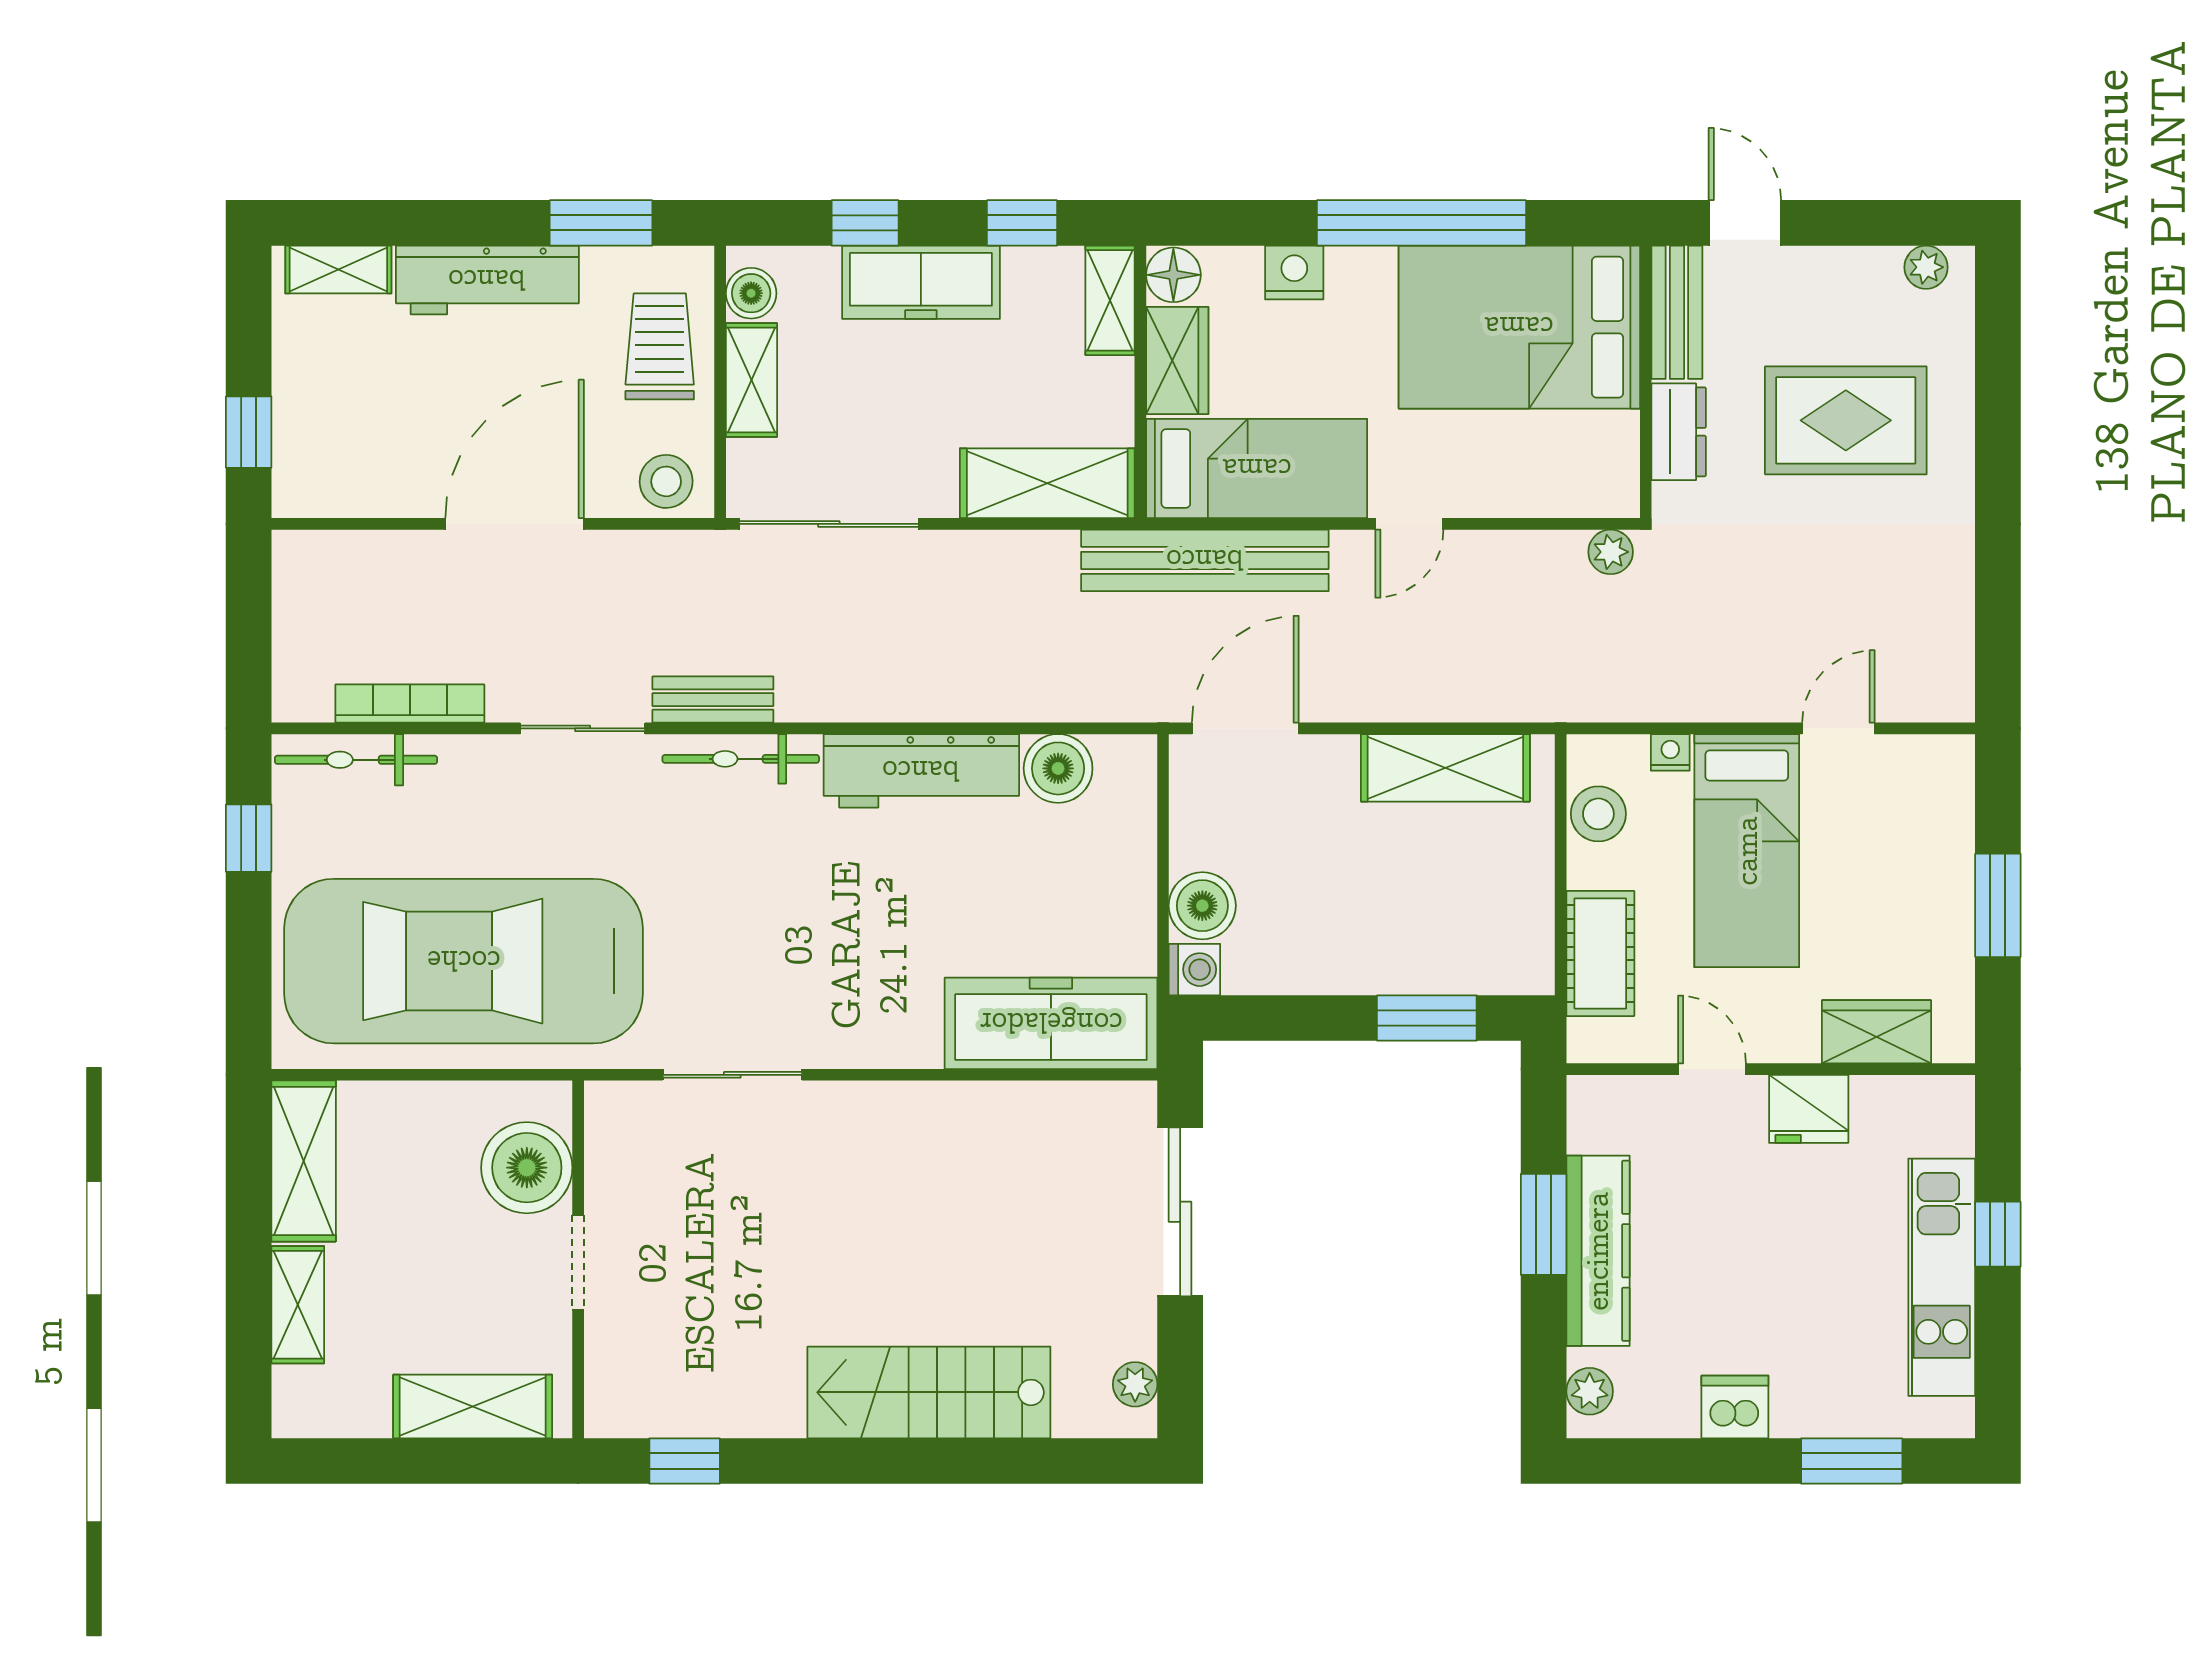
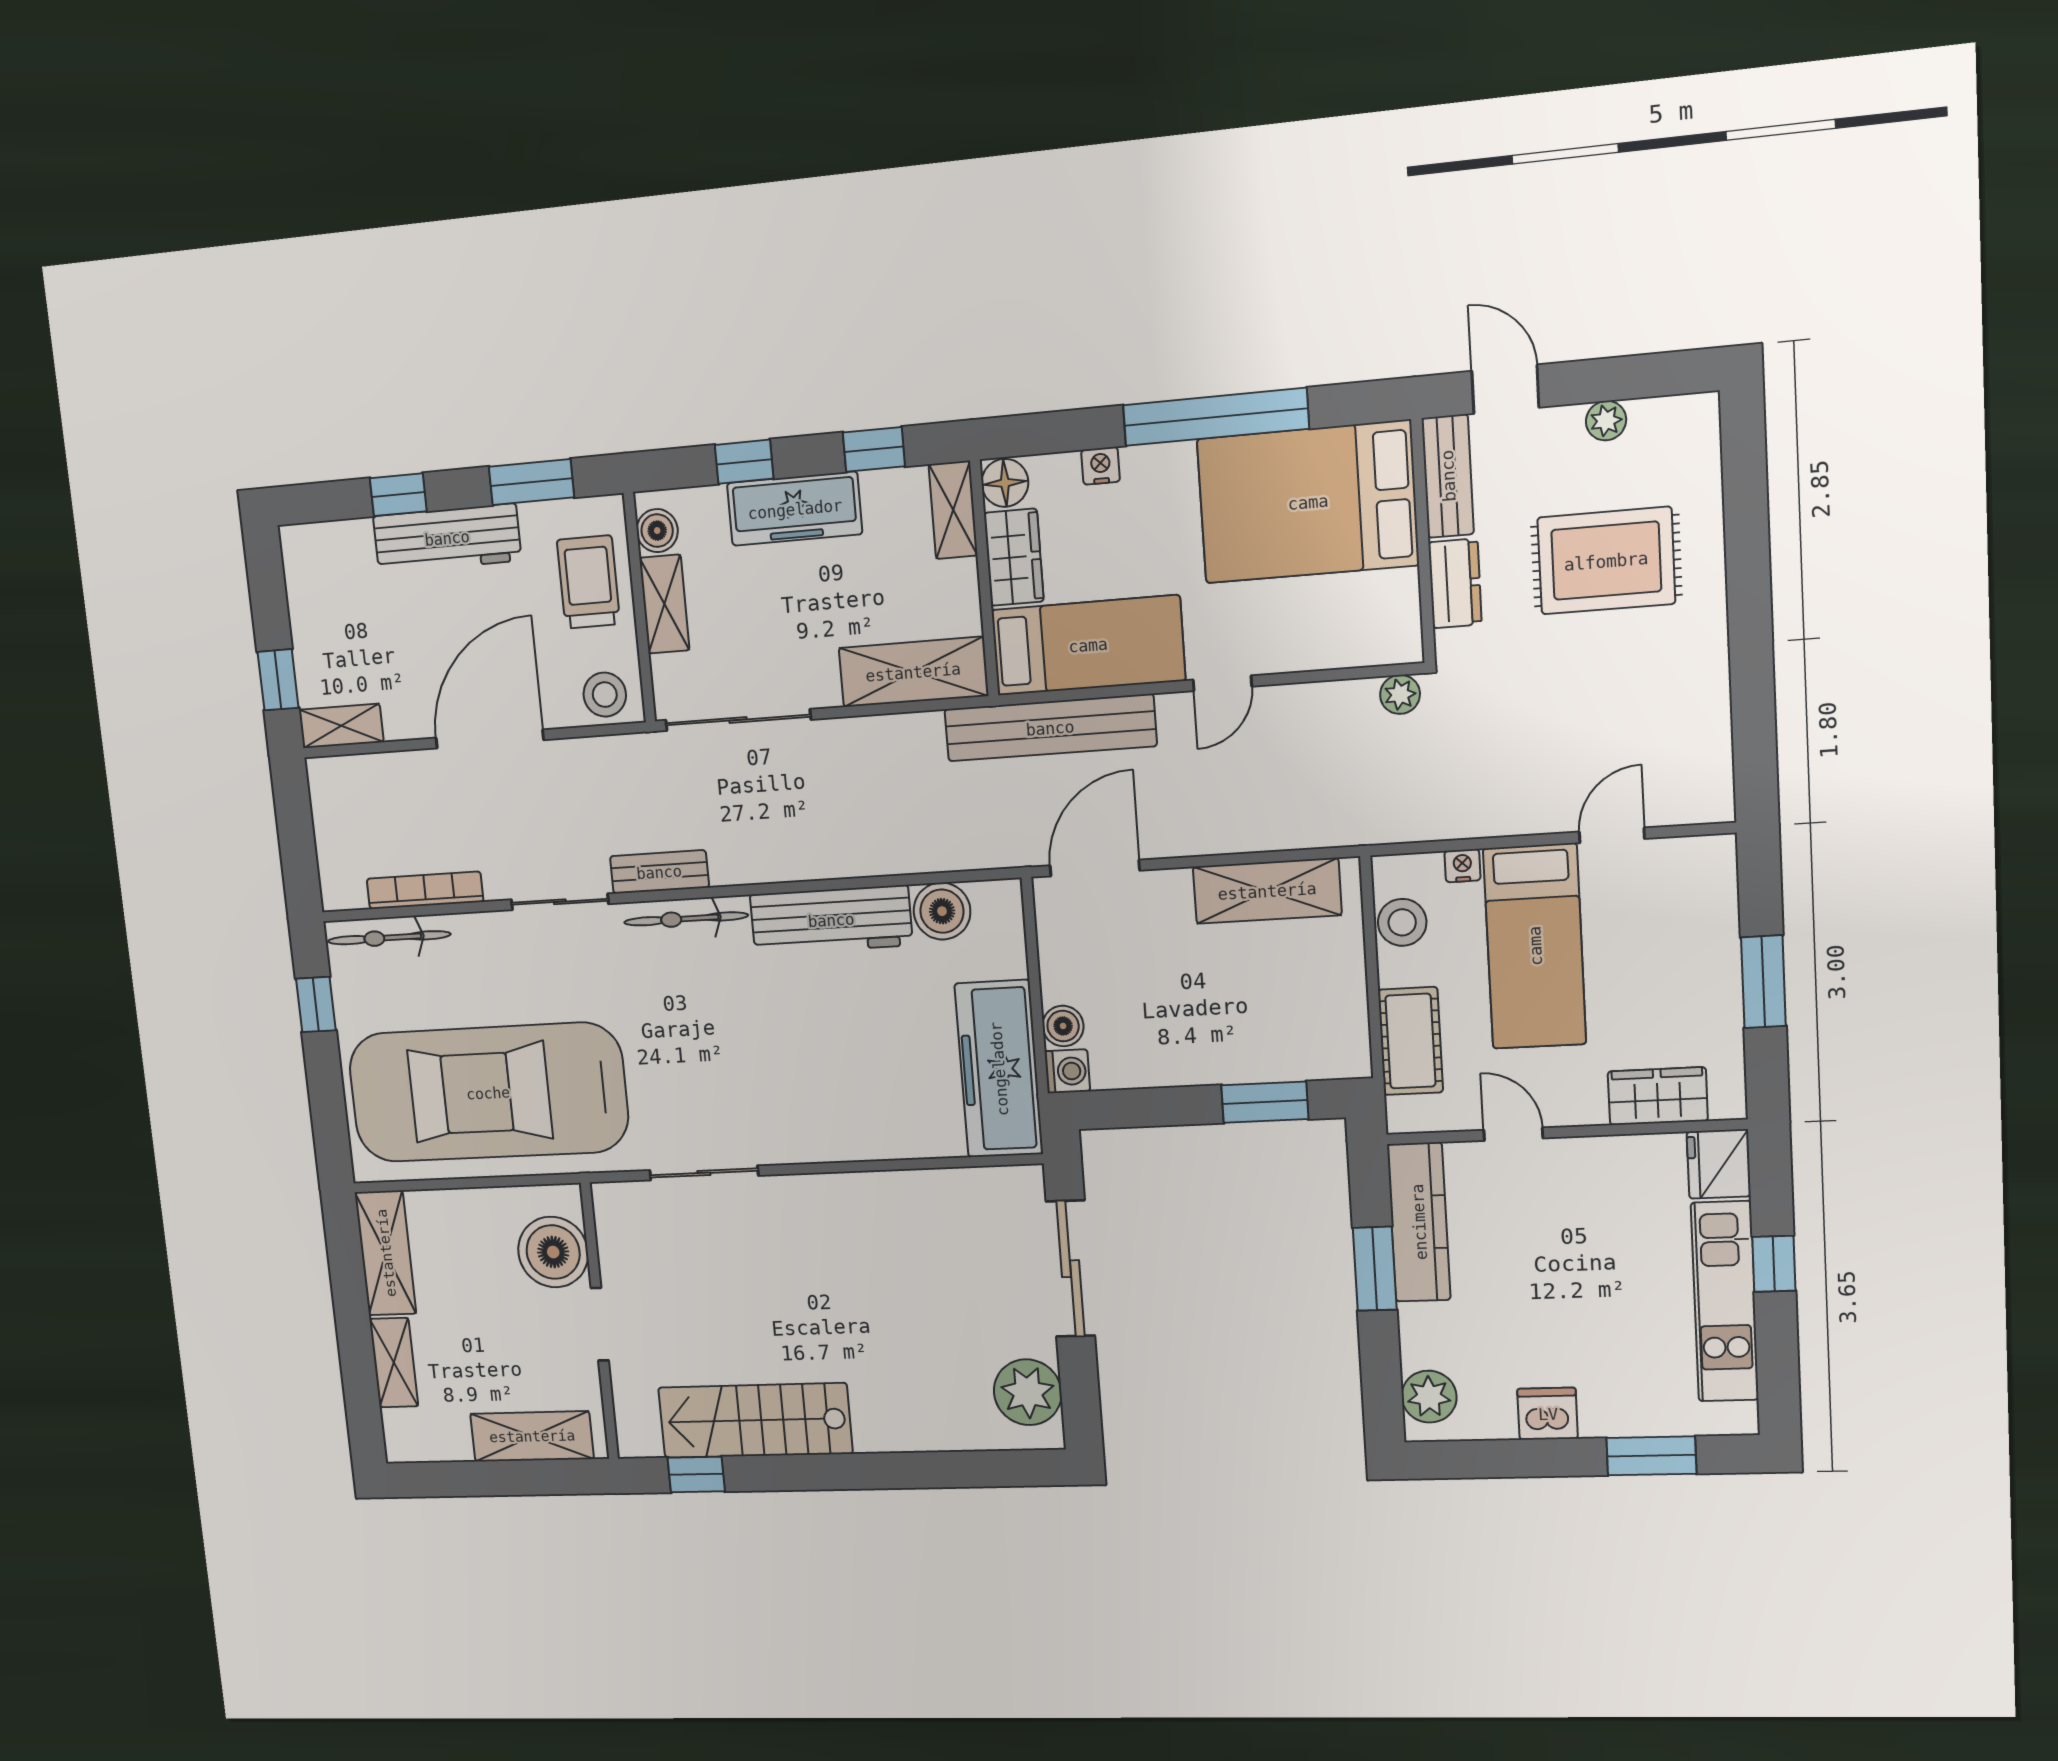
window: (431, 223) -> (398, 495), added
plant: (1926, 267) -> (1606, 421), moved
shelving: (338, 270) -> (341, 726), moved
nightstand: (1294, 273) -> (1101, 466), width x0.72, depth x0.74
boiler: (1202, 906) -> (1063, 1026), width x0.73, depth x0.73
freezer: (1051, 1023) -> (999, 1069), moved, turned -90
fridge: (1809, 1109) -> (1719, 1164), moved, turned 90
kitchen counter: (1598, 1251) -> (1419, 1222), moved
plant: (1135, 1384) -> (1028, 1392), width x1.88, depth x1.88
plant: (1590, 1391) -> (1429, 1397), width x1.38, depth x1.38
stairs: (929, 1392) -> (755, 1420), moved

